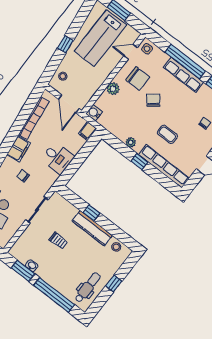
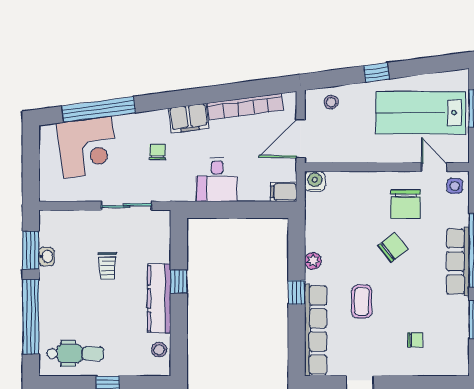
plant: (113, 89) -> (367, 182), removed

